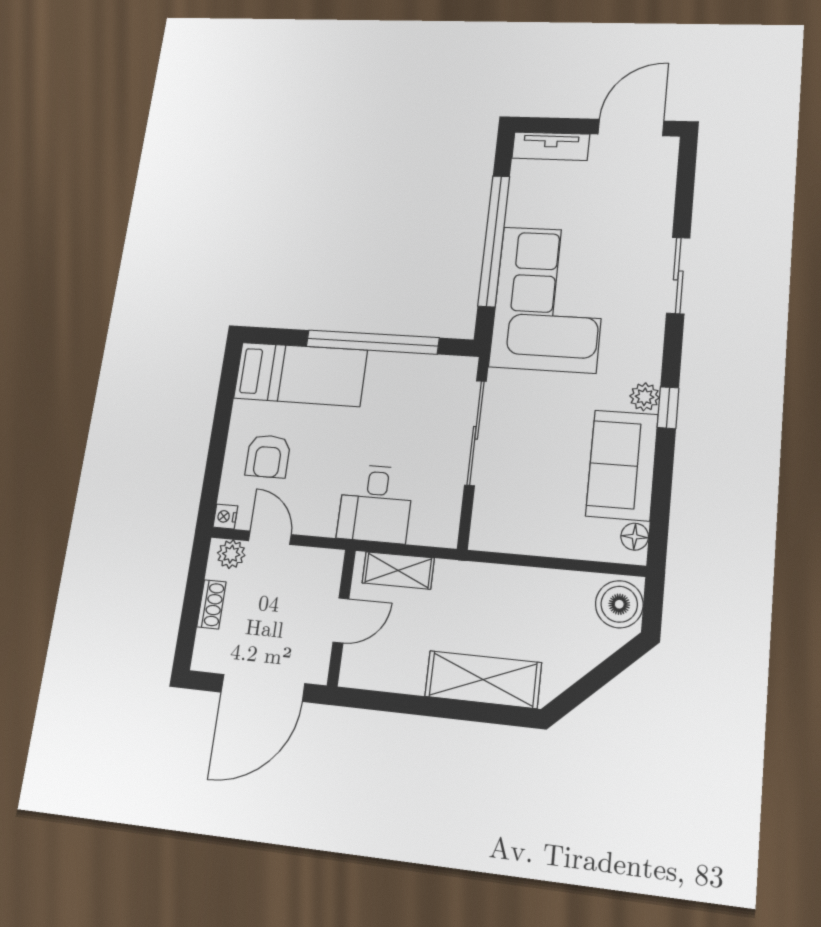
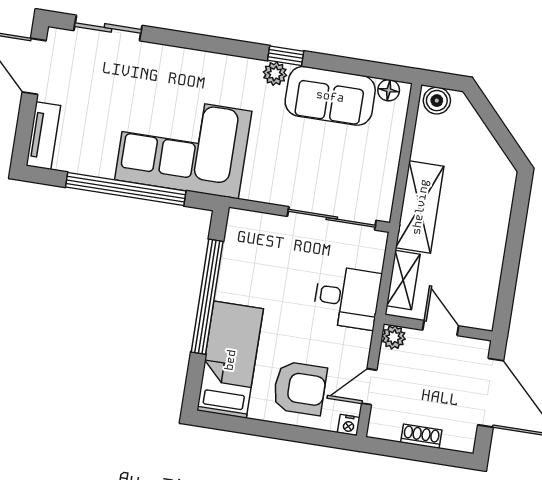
sliding door: (678, 275) -> (108, 28), moved
sliding door: (476, 433) -> (332, 218), moved
armchair: (268, 456) -> (300, 388), width x1.38, depth x1.38
plant: (231, 554) -> (394, 337), moved
boiler: (619, 604) -> (437, 101), width x0.73, depth x0.73
shelving: (483, 680) -> (420, 207), moved

